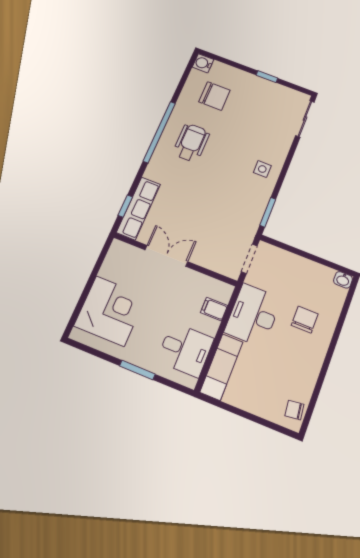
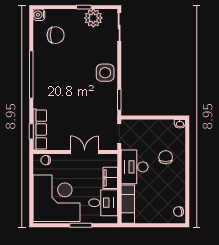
plant: (274, 94) -> (93, 18), added
wheelchair: (191, 143) -> (54, 73), removed
side table: (262, 169) -> (105, 73), width x1.87, depth x1.87
chair: (128, 254) -> (46, 160), added
double door: (166, 256) -> (85, 152), moved
filing cabinet: (214, 309) -> (110, 178), width x2.00
corner desk: (110, 311) -> (56, 198), width x1.36, depth x1.36

